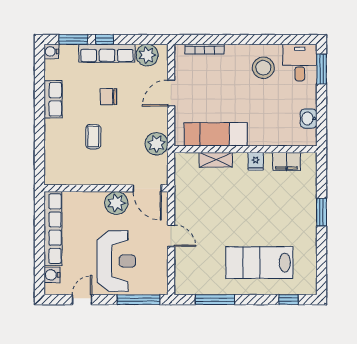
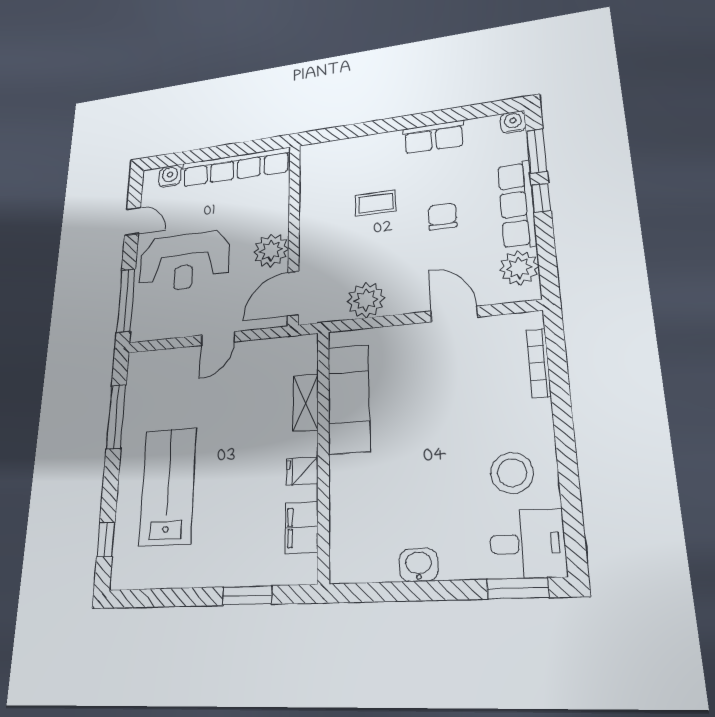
exam couch: (216, 134) -> (349, 399), moved
wall: (246, 149) -> (323, 452), moved
shelving: (216, 160) -> (306, 403), moved
fridge: (256, 161) -> (302, 471), moved
filing cabinet: (287, 162) -> (302, 527), moved

